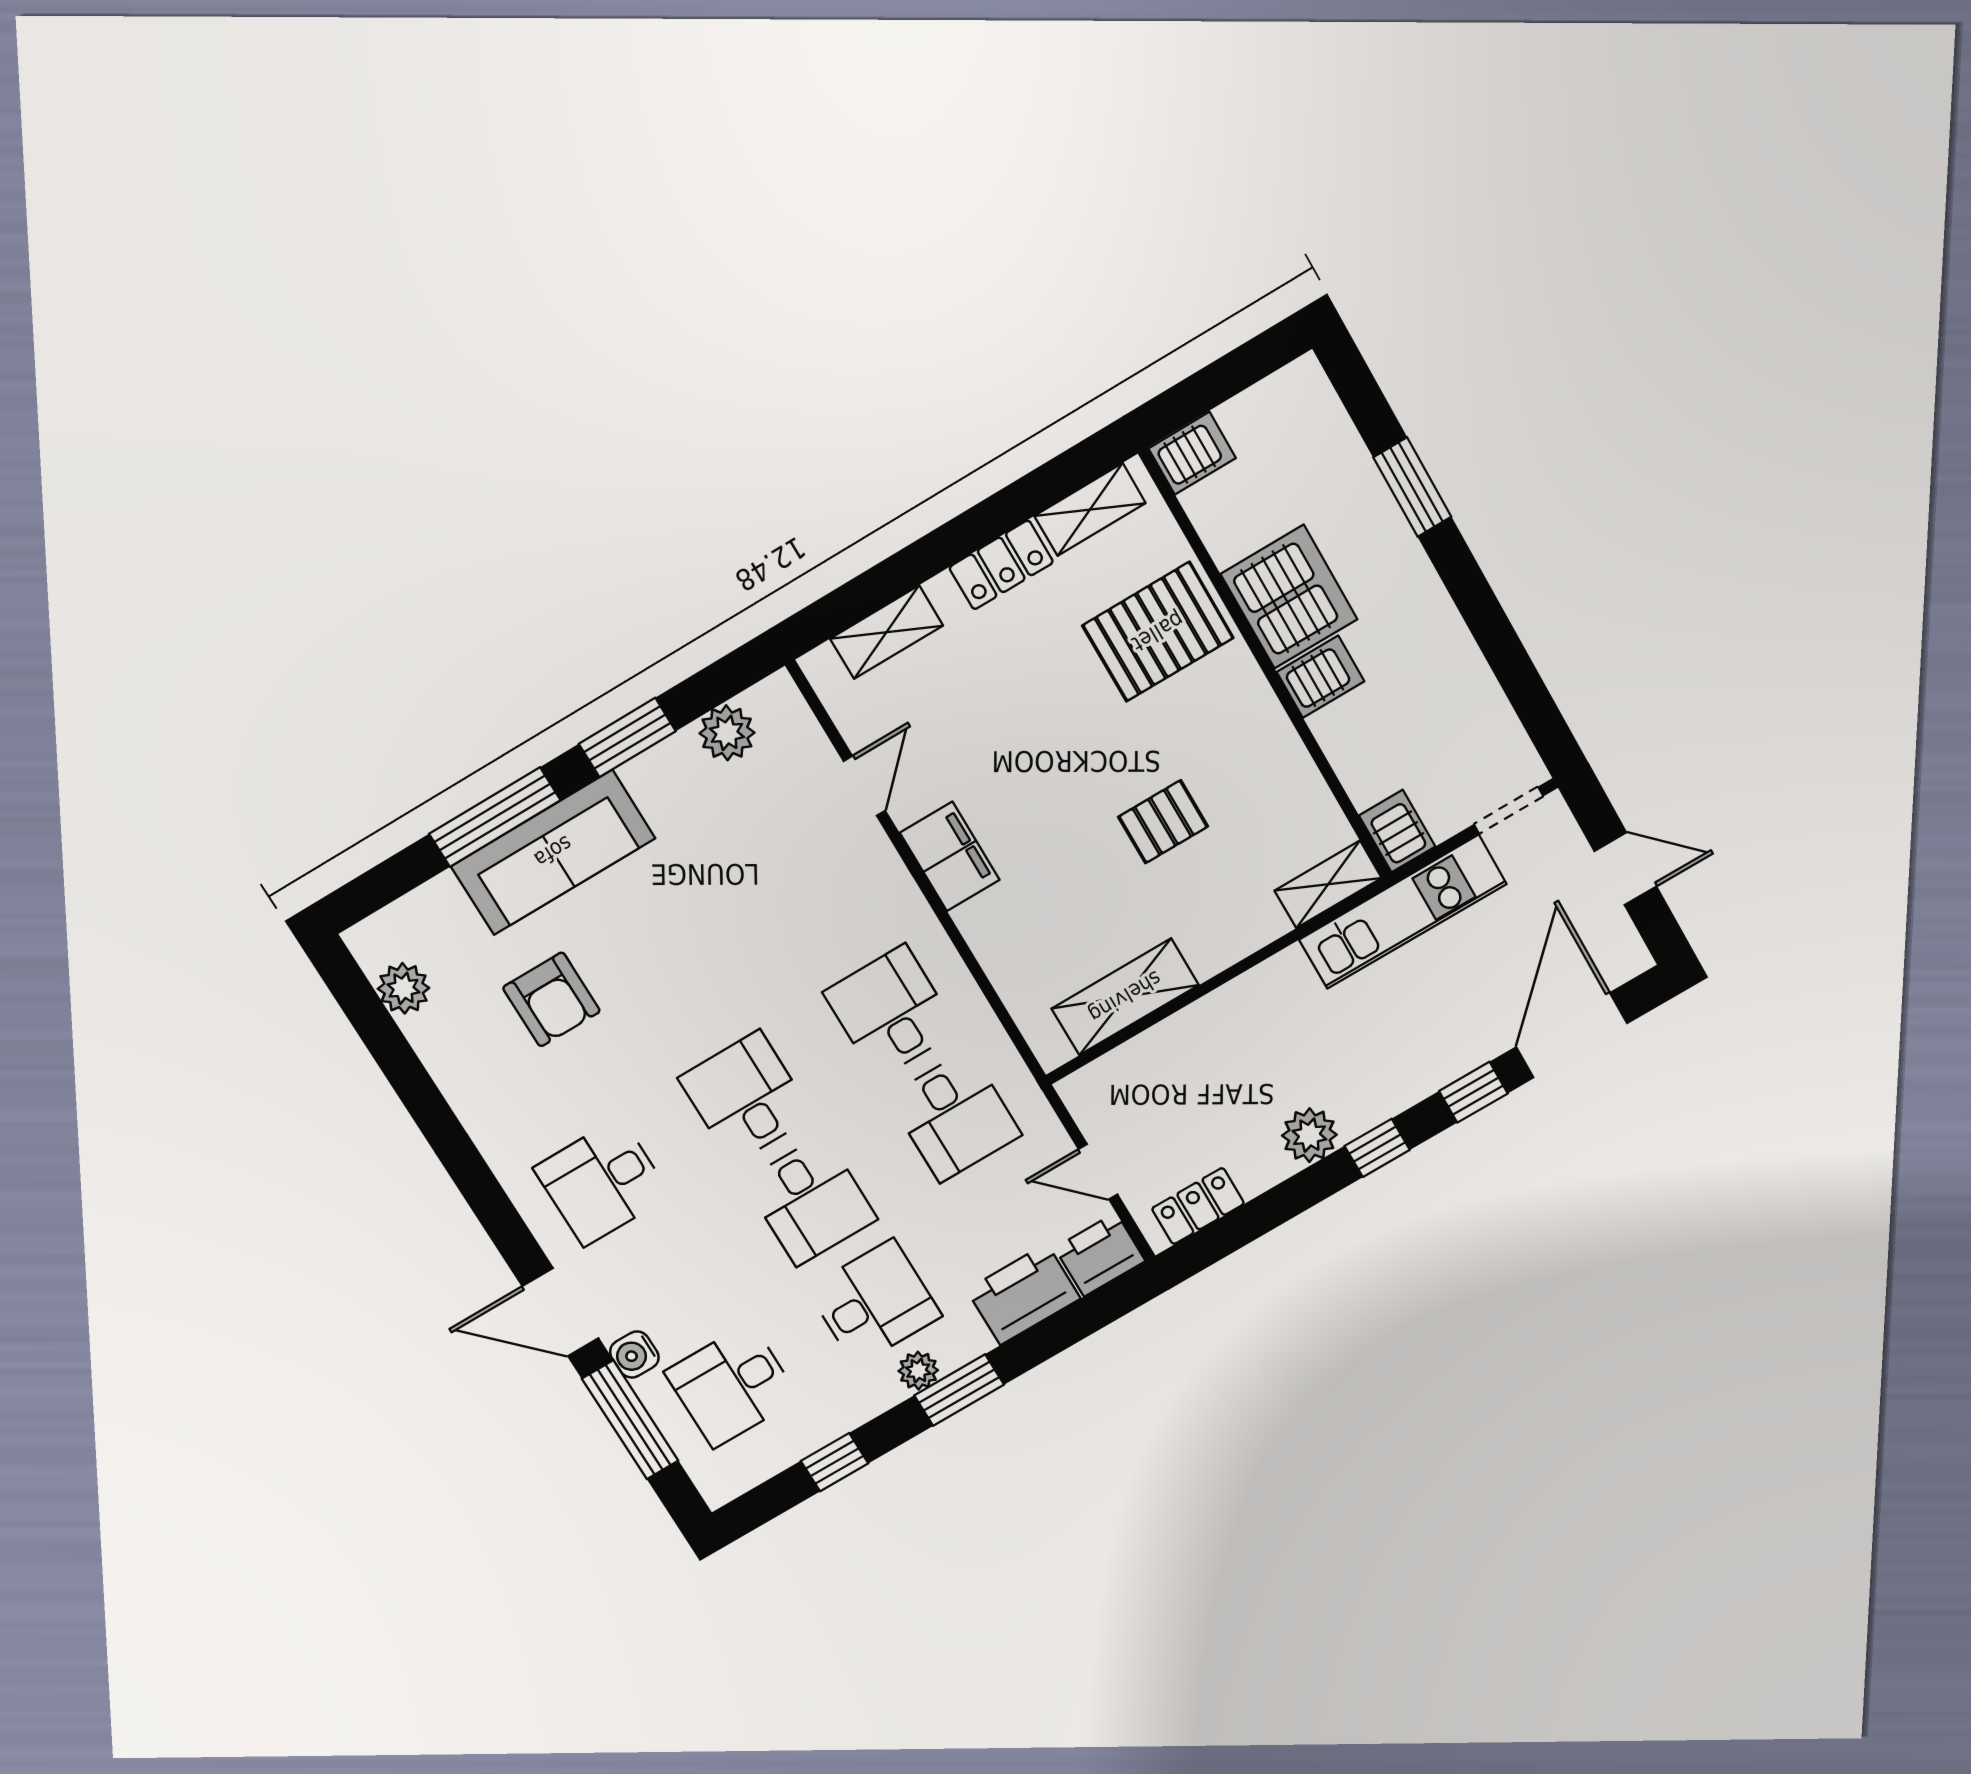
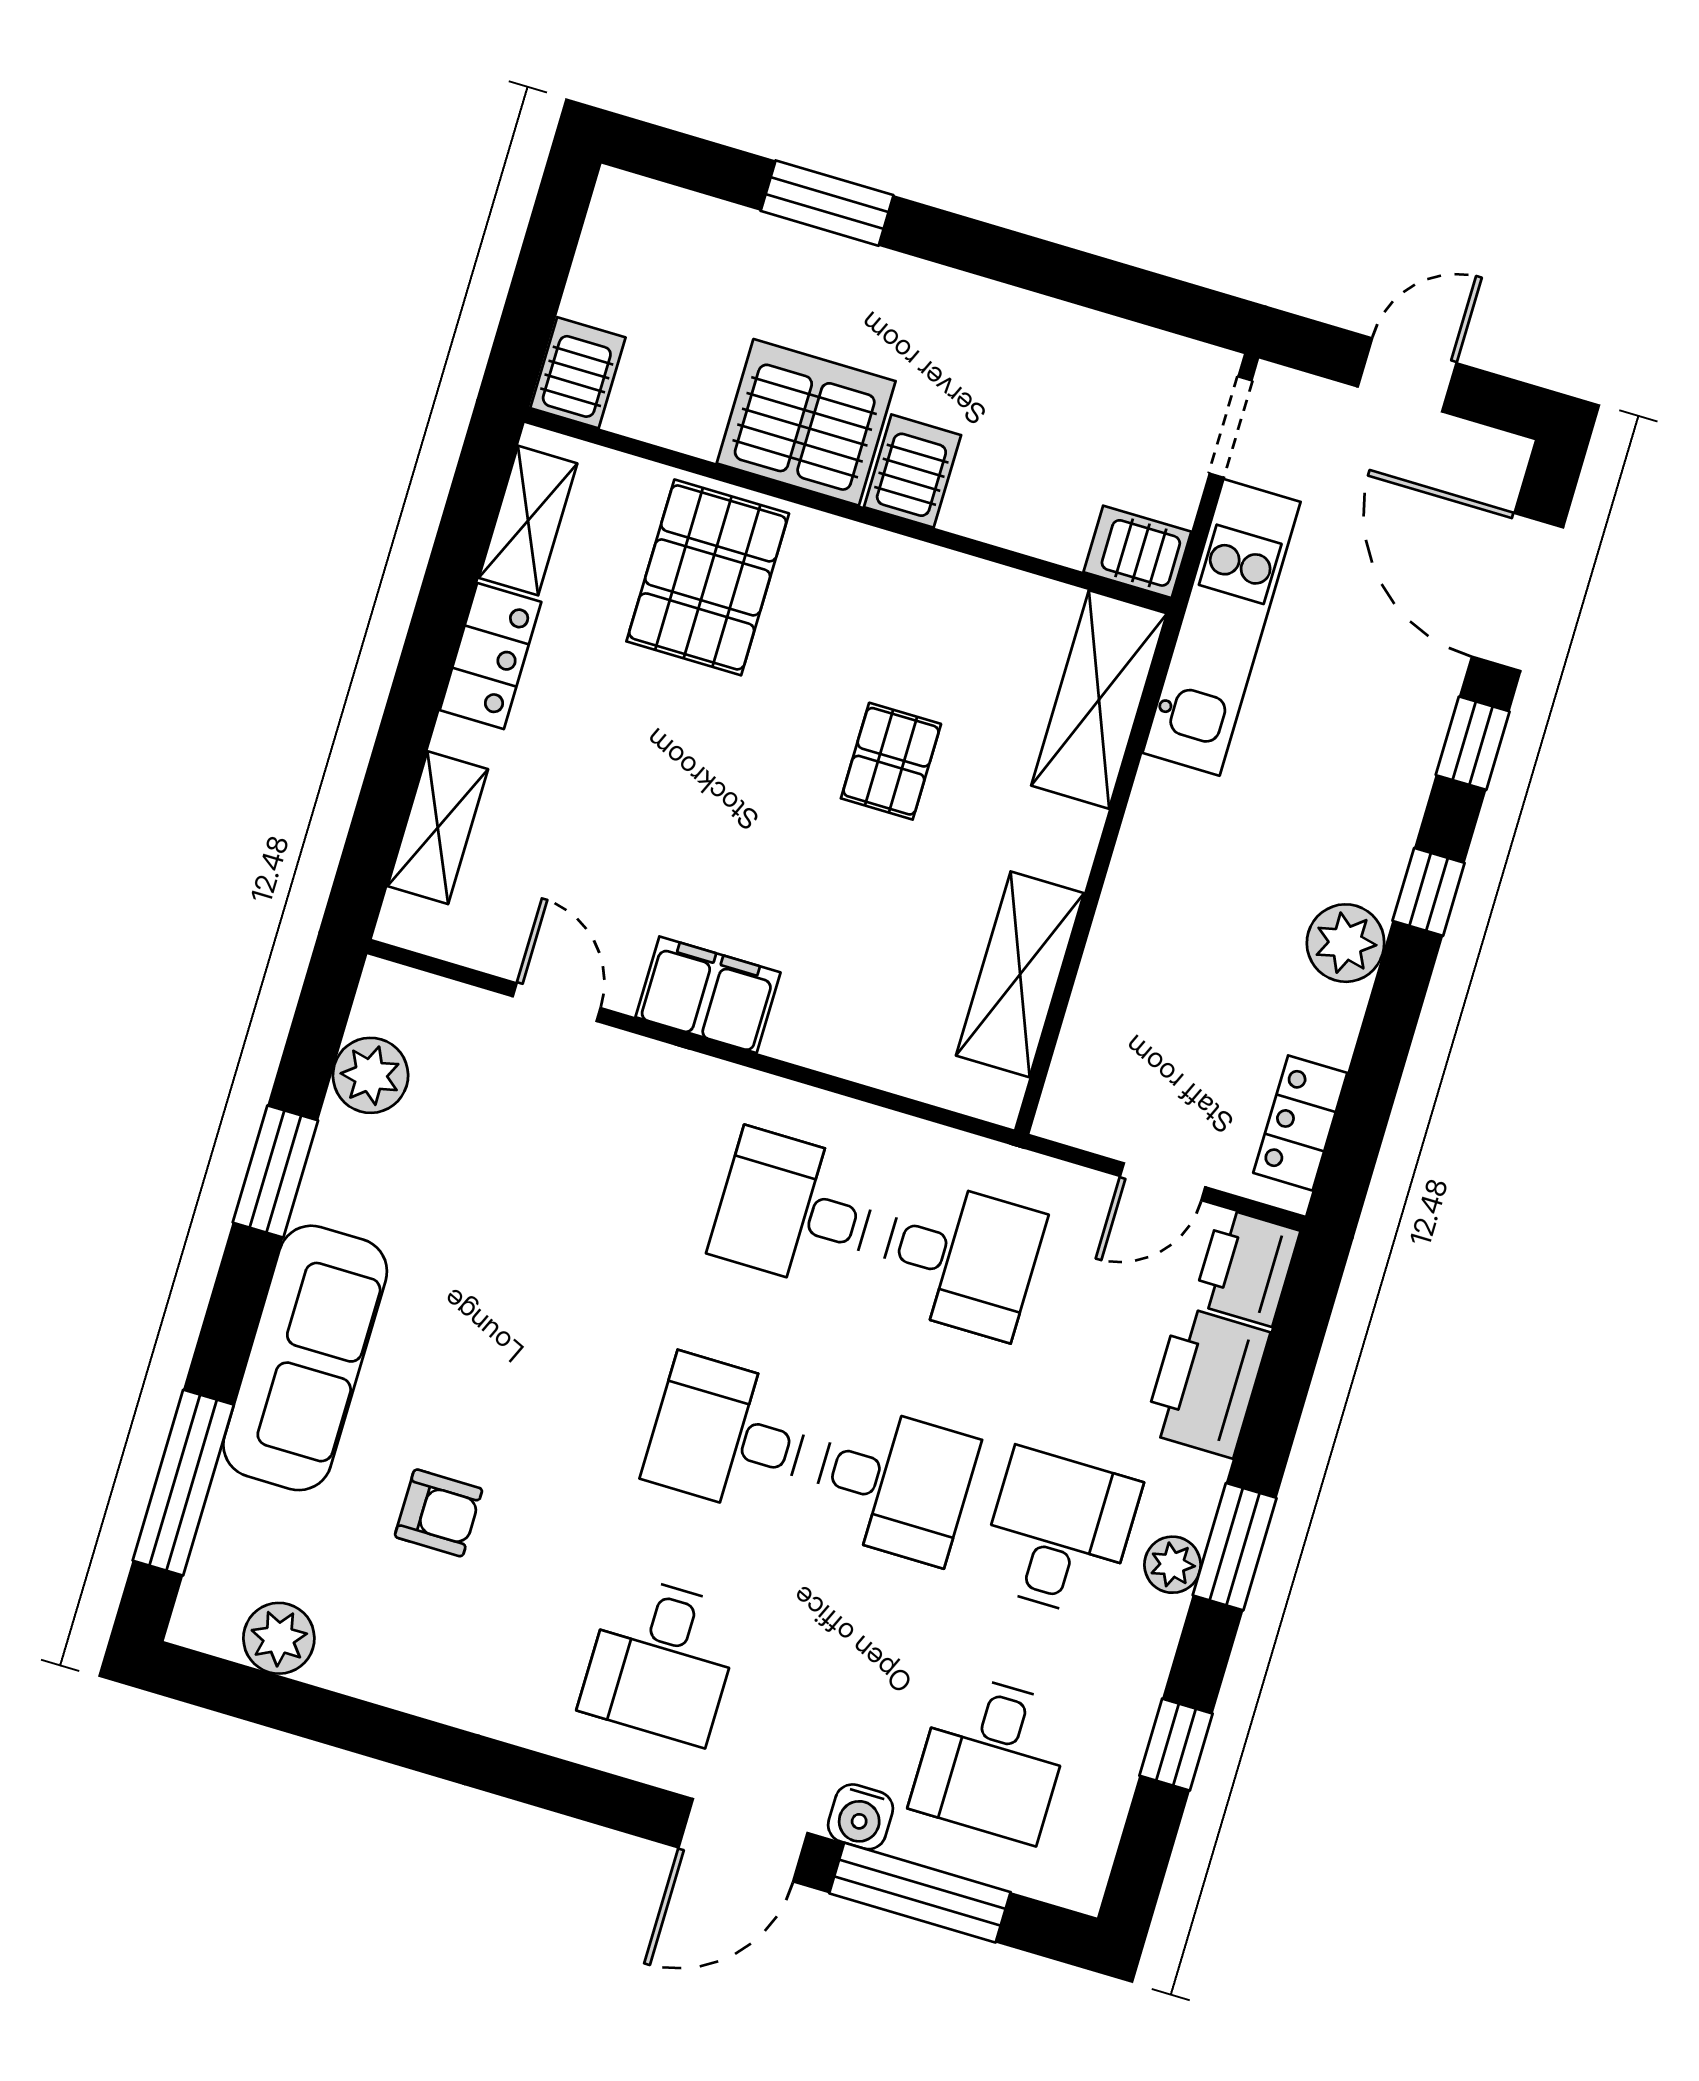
window: (495, 817) -> (183, 1483), moved
shelving: (1328, 884) -> (1099, 699), width x1.50, depth x1.33
armchair: (551, 999) -> (439, 1513), width x0.72, depth x0.72

